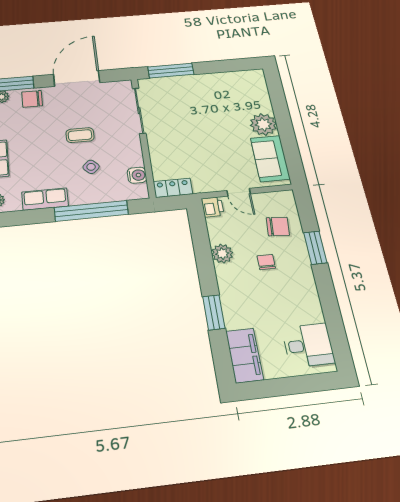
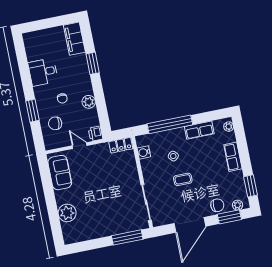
plant: (263, 124) -> (67, 213), moved
desk: (308, 345) -> (43, 72), moved

